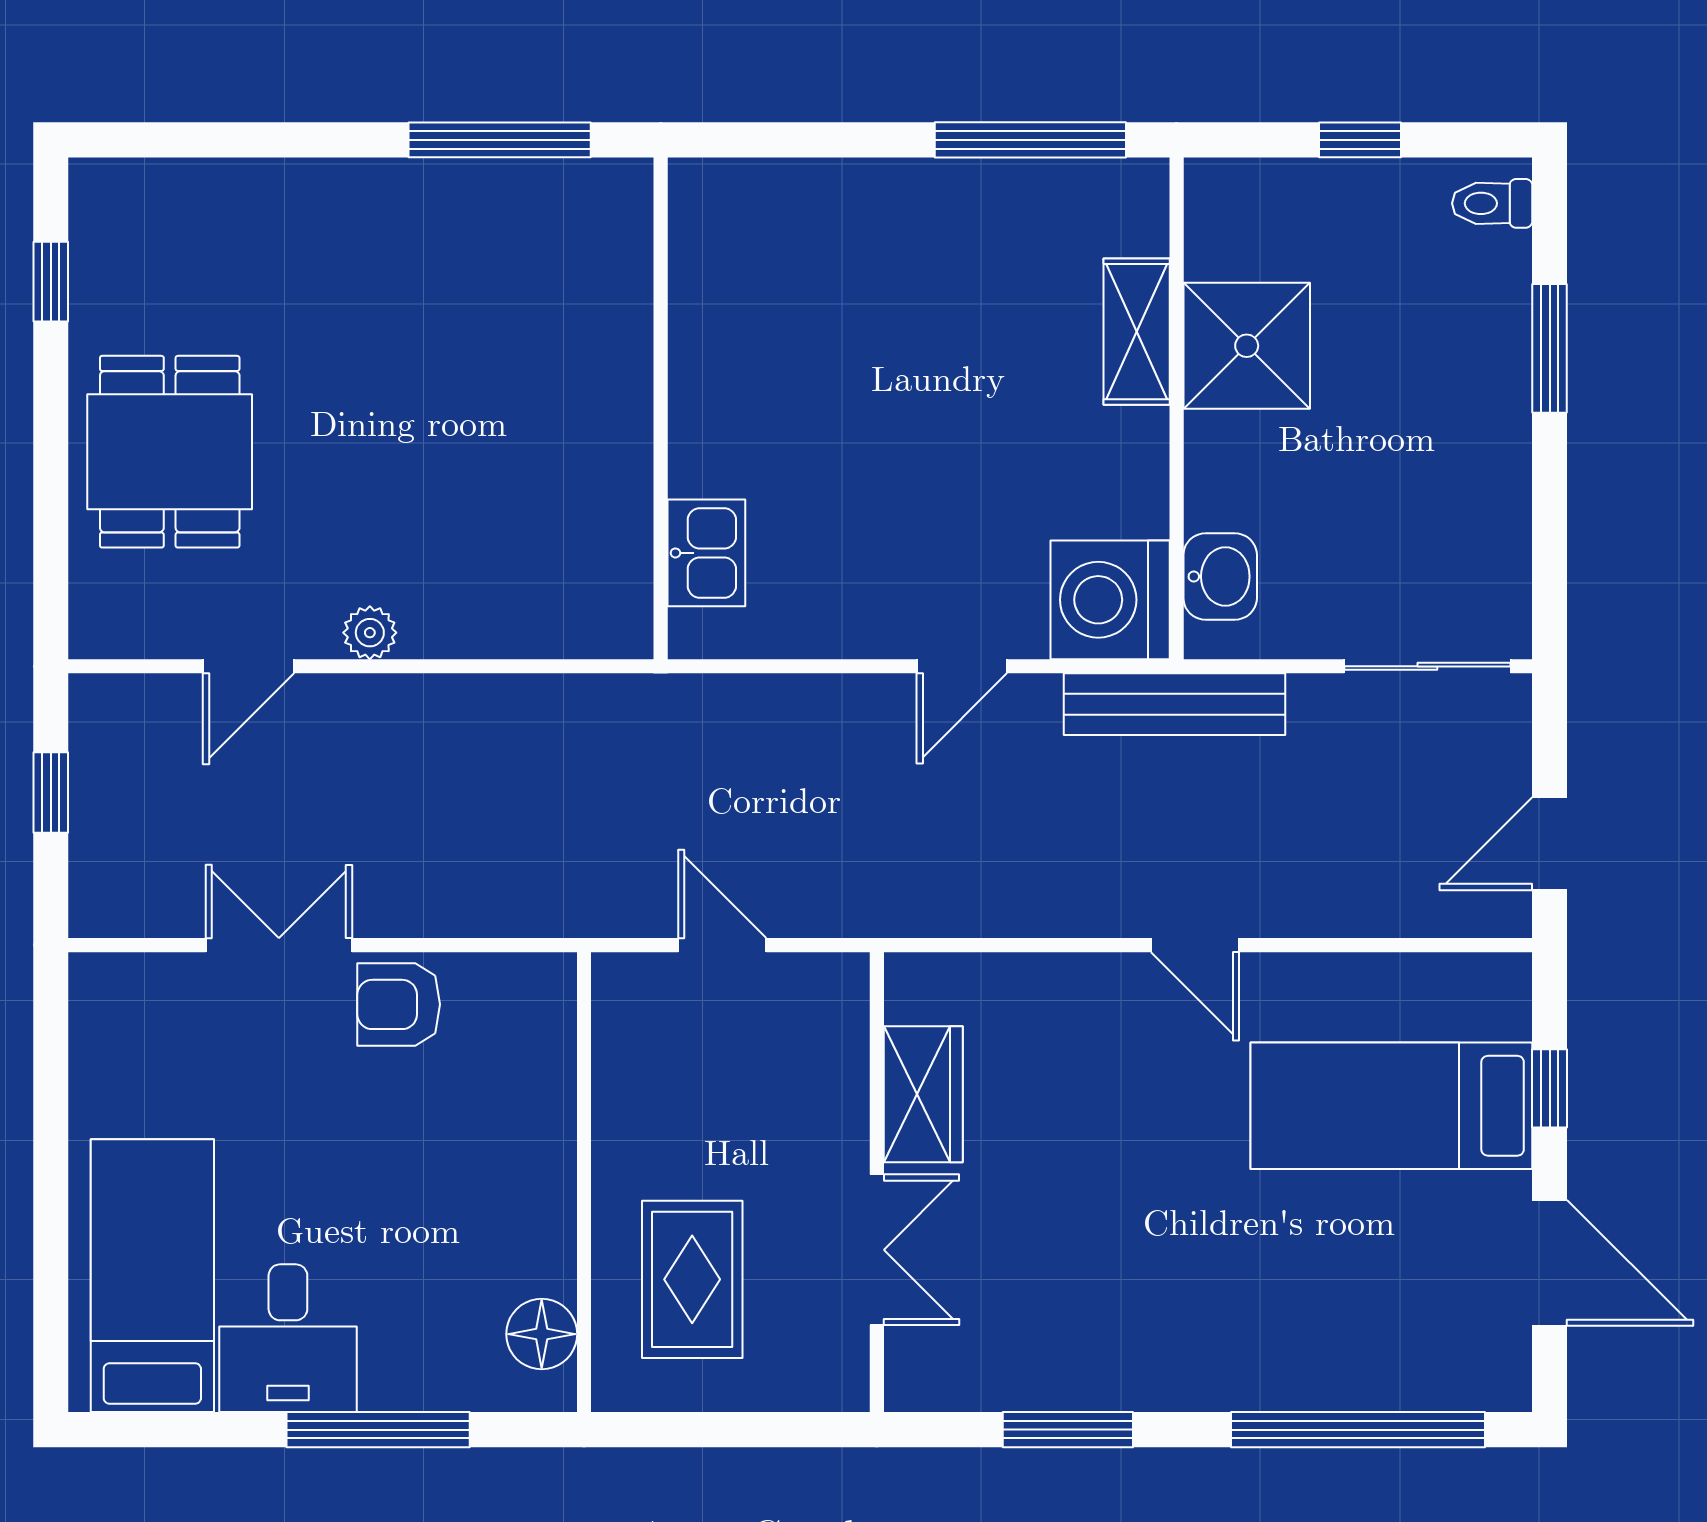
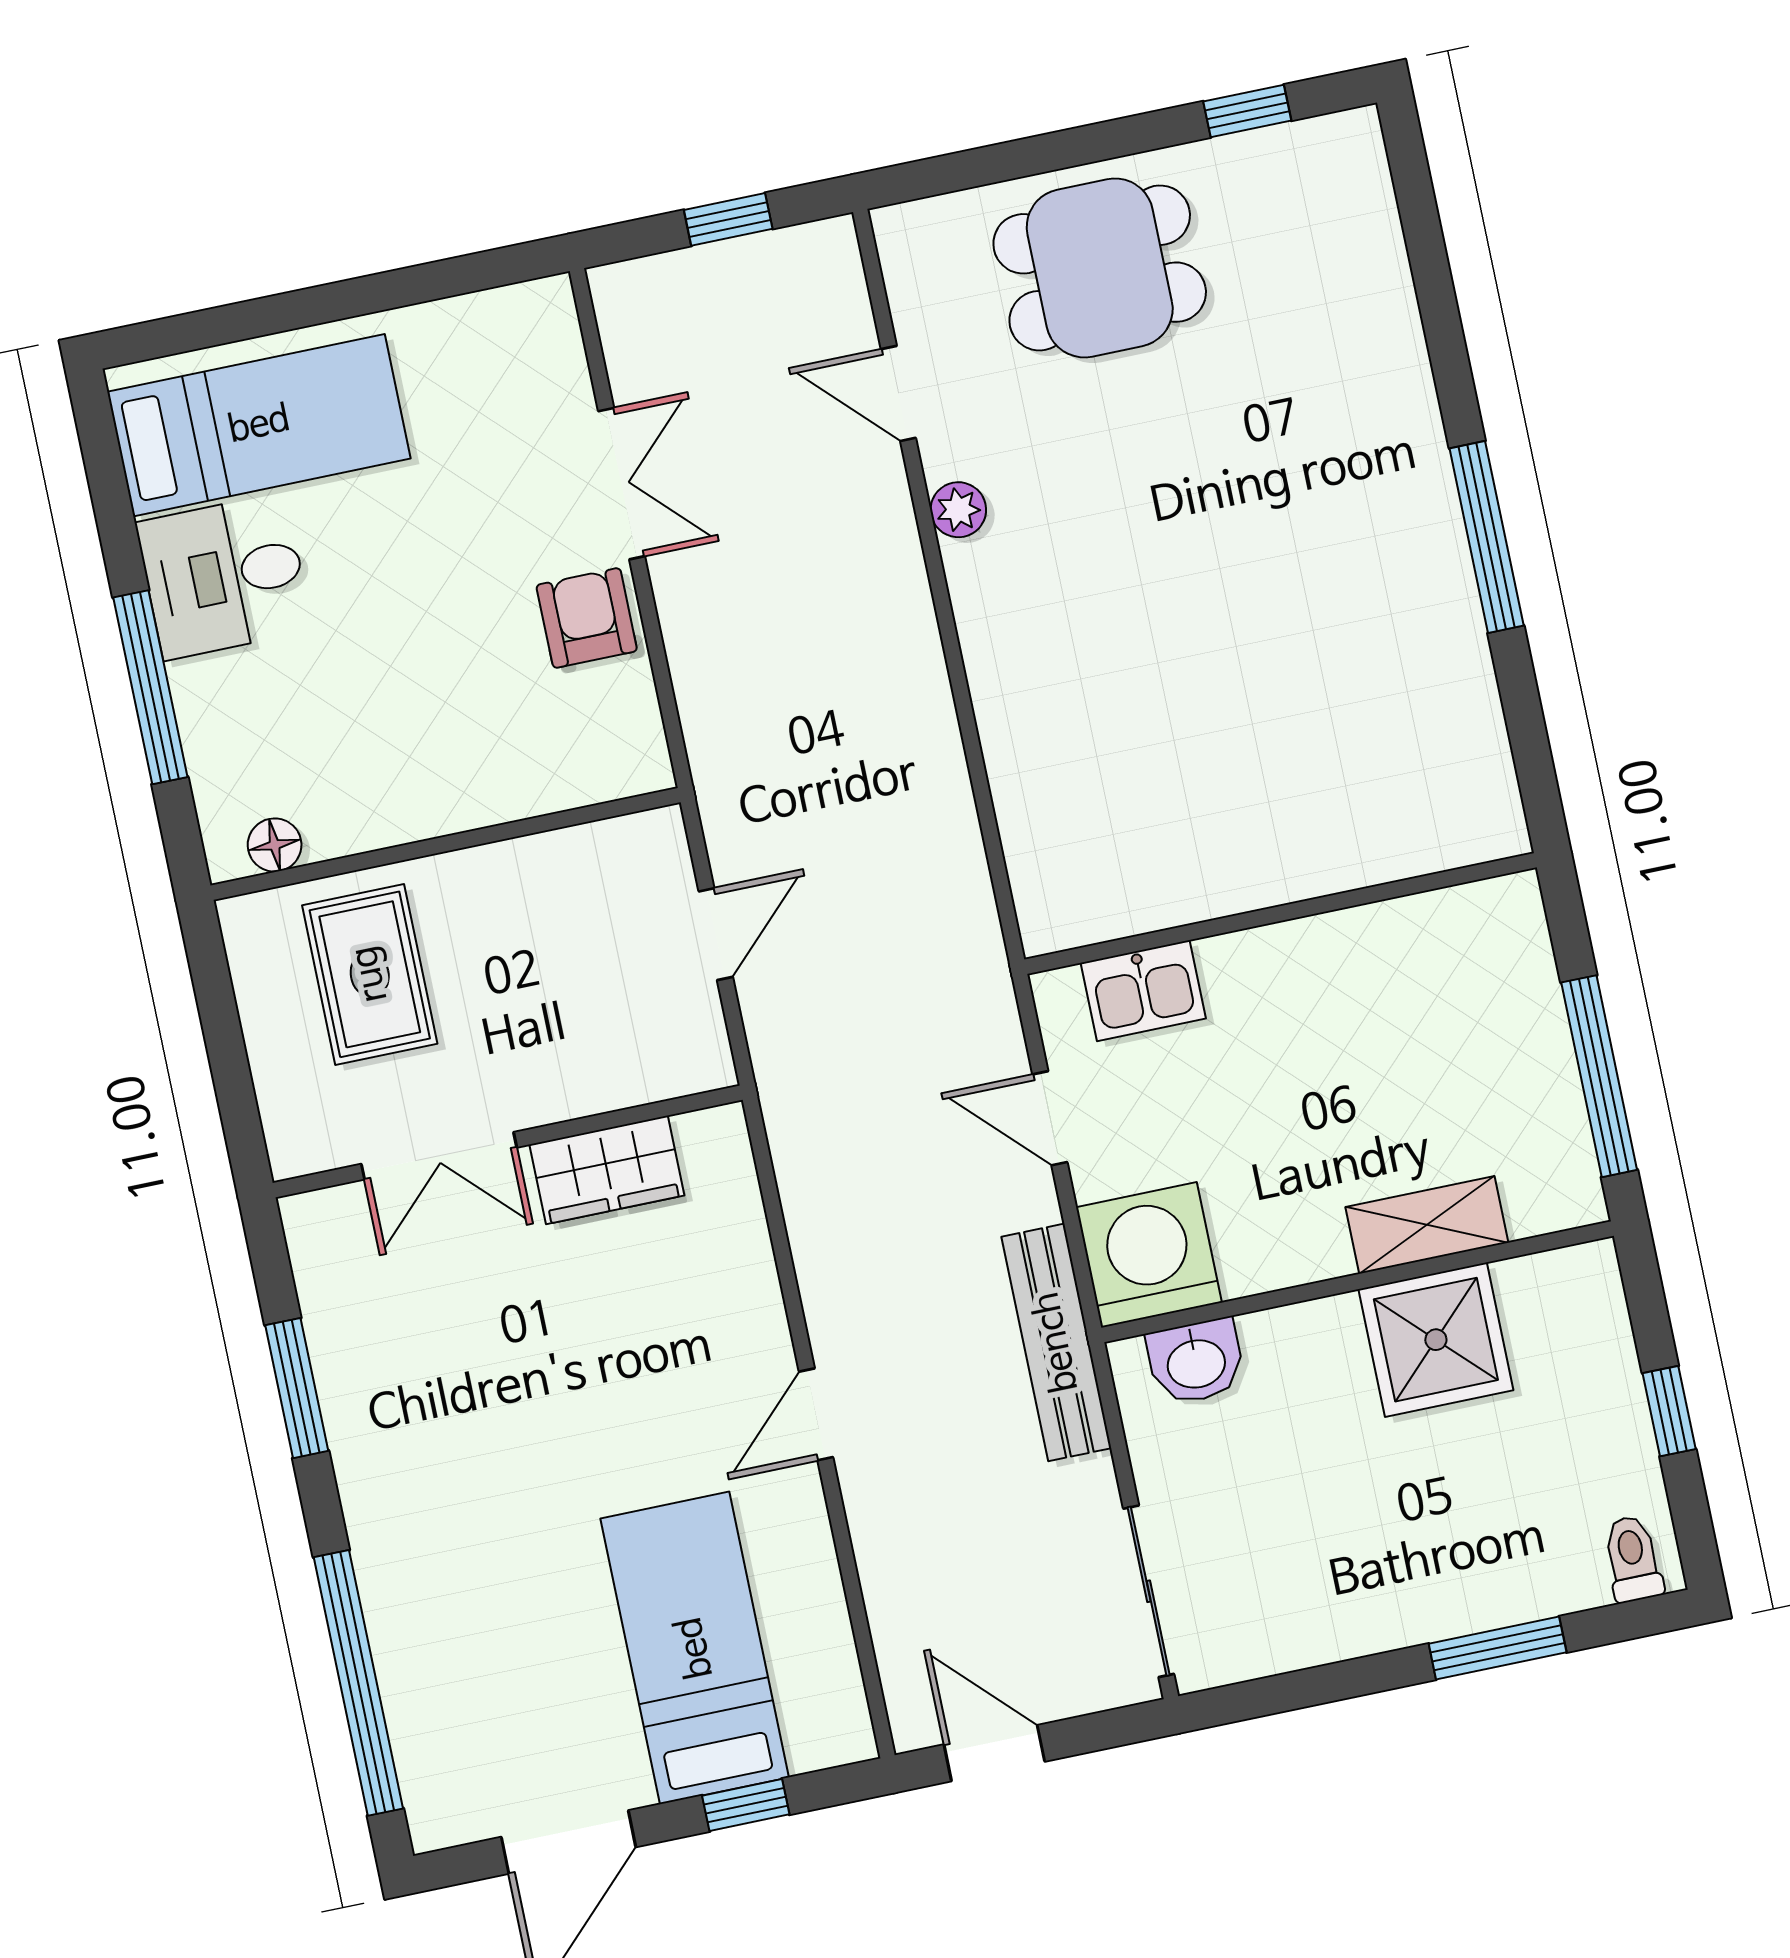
wall: (661, 408) -> (1281, 913), moved
kitchen sink: (706, 553) -> (1143, 991), moved
rug: (692, 1279) -> (370, 974), turned 90
floor lamp: (542, 1334) -> (275, 845), width x0.73, depth x0.73

